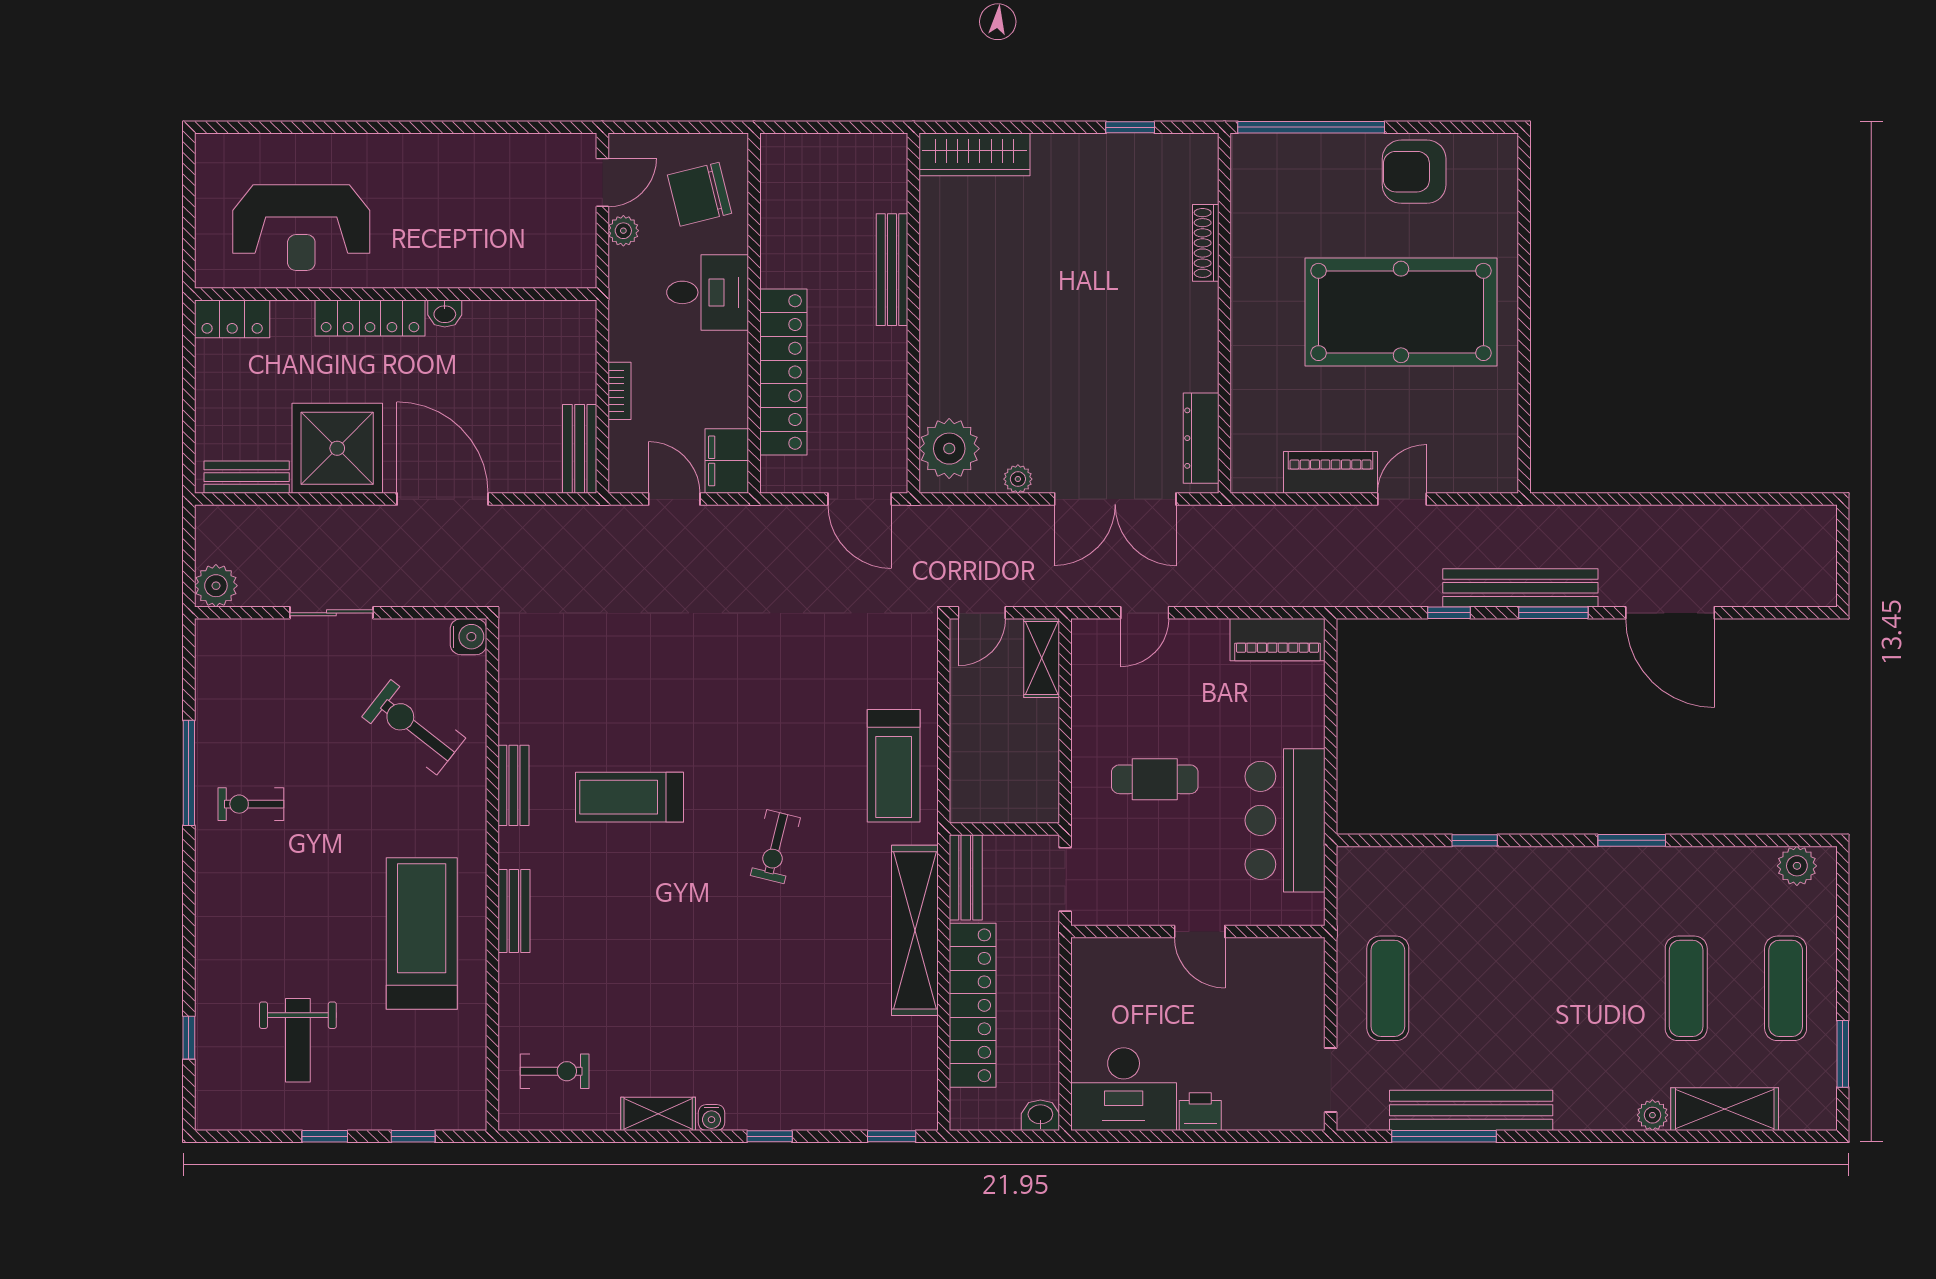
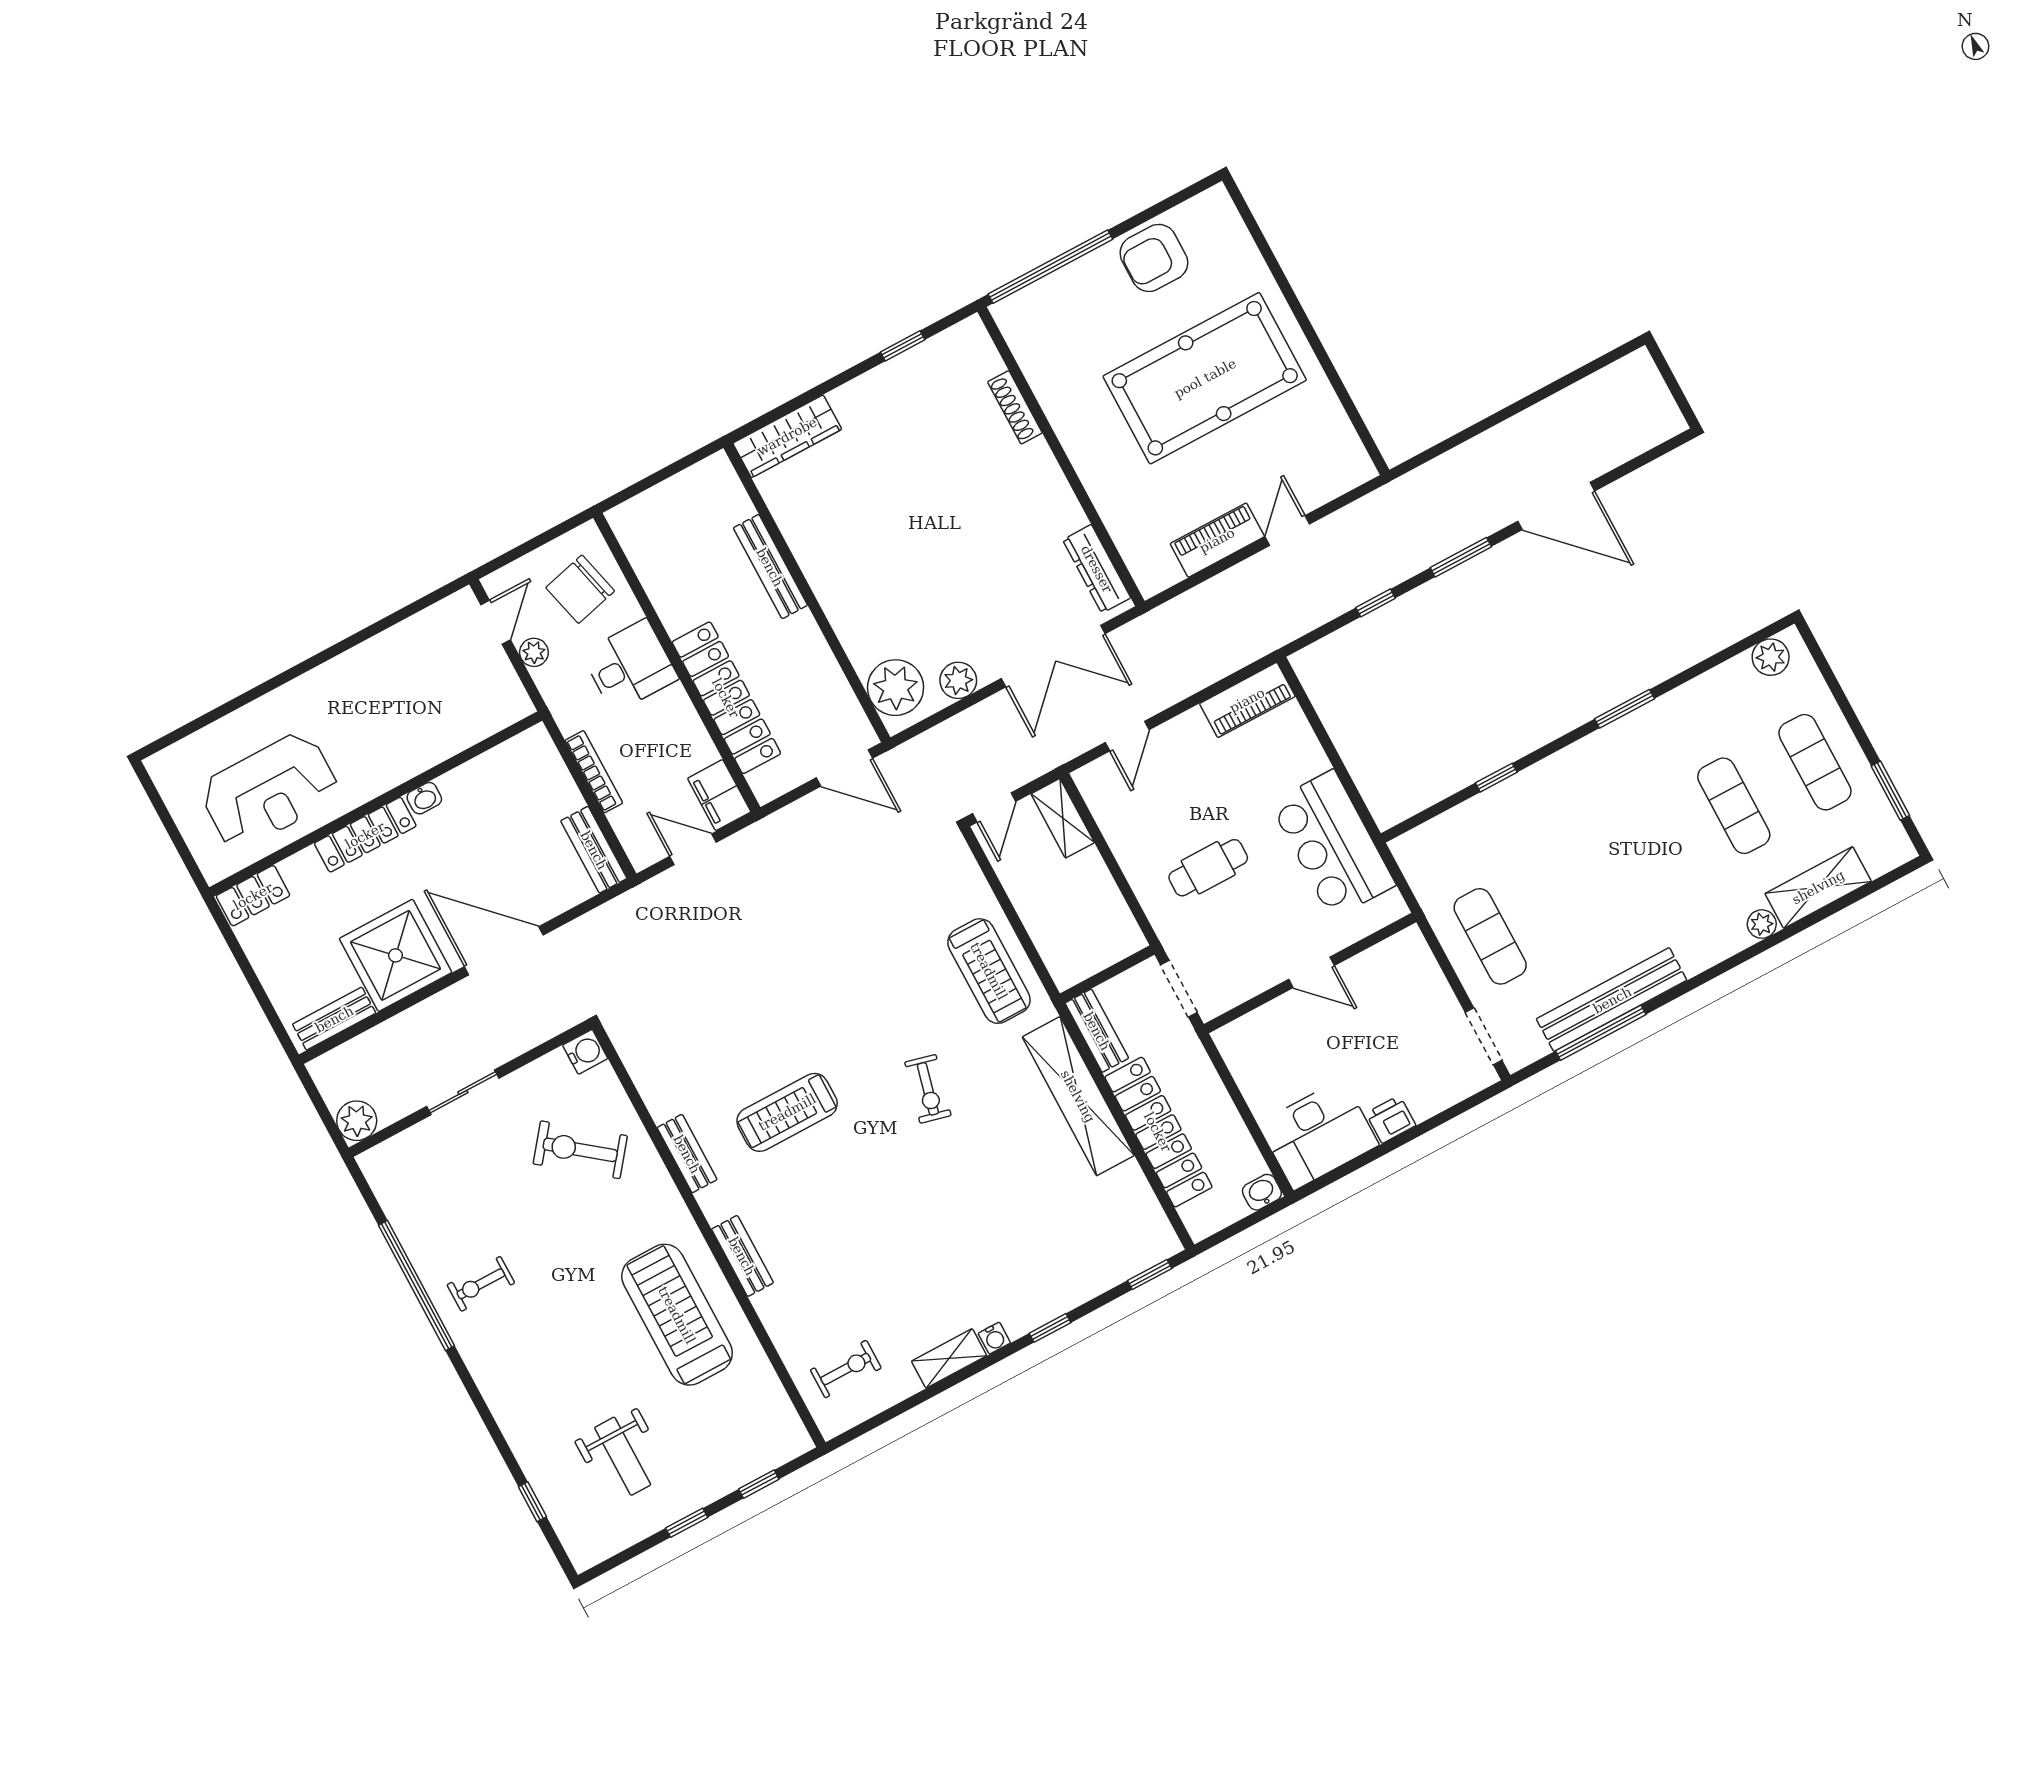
bookcase: (619, 391) -> (594, 772), width x1.56
plant: (1018, 479) -> (958, 680), width x1.38, depth x1.38
bench: (1520, 588) -> (1423, 551), removed
window: (189, 773) -> (417, 1285), width x1.46

